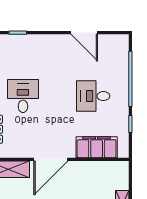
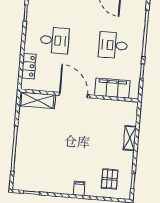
desk: (23, 96) -> (55, 40), turned 90
door: (51, 159) -> (73, 95), swing flipped

